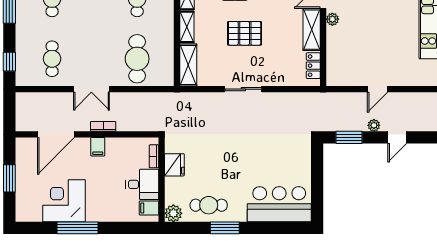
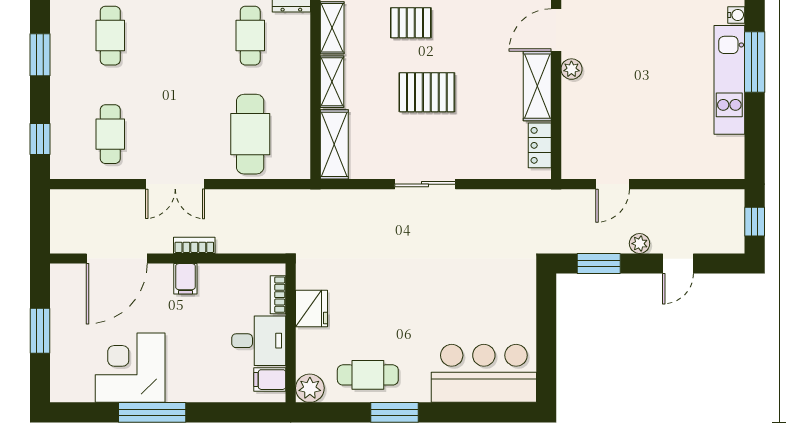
door: (378, 89) -> (613, 184), moved

